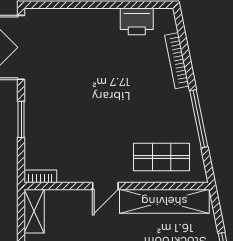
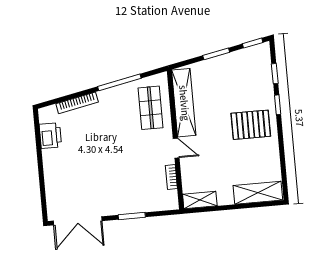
bookcase: (40, 176) -> (171, 177), moved

